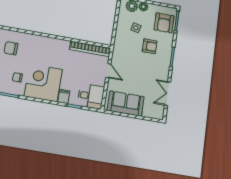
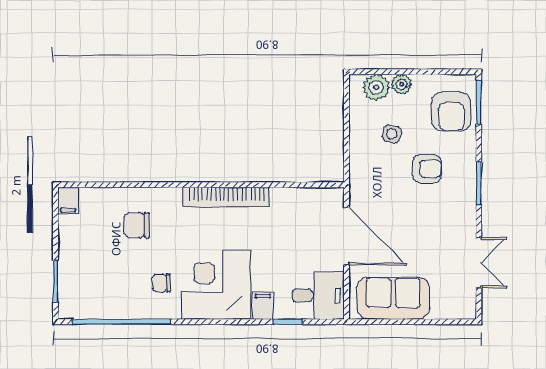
bookcase: (90, 49) -> (227, 197), moved
door: (108, 71) -> (347, 236), width x1.87
double door: (168, 94) -> (479, 263), swing flipped

